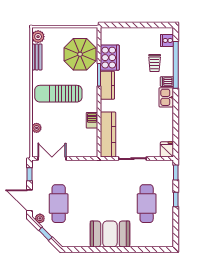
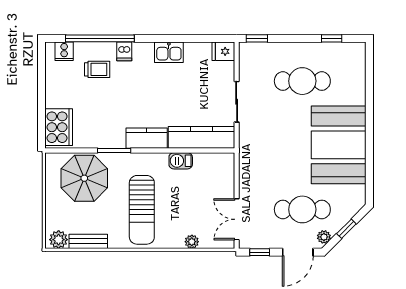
cooker: (110, 58) -> (59, 127), moved, turned 90
kitchen counter: (107, 85) -> (147, 138), moved
kitchen sink: (166, 97) -> (169, 52), moved
window: (176, 200) -> (332, 38), moved
booth: (110, 234) -> (339, 145), width x1.36, depth x1.42

